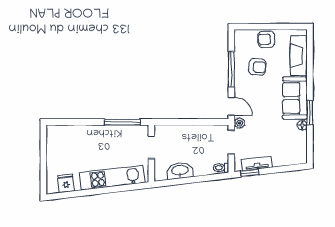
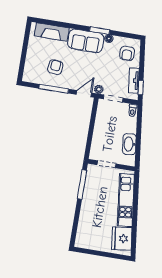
armchair: (266, 39) -> (127, 53), moved
fridge: (66, 183) -> (122, 239), width x1.88, depth x1.34

